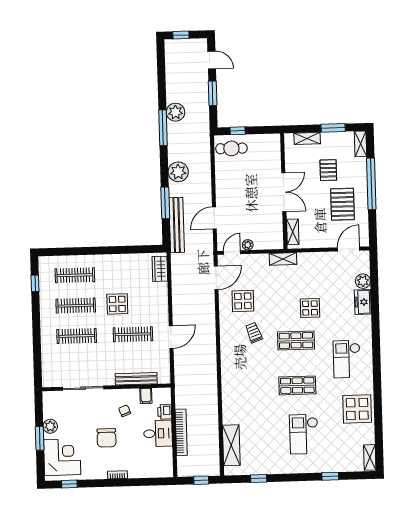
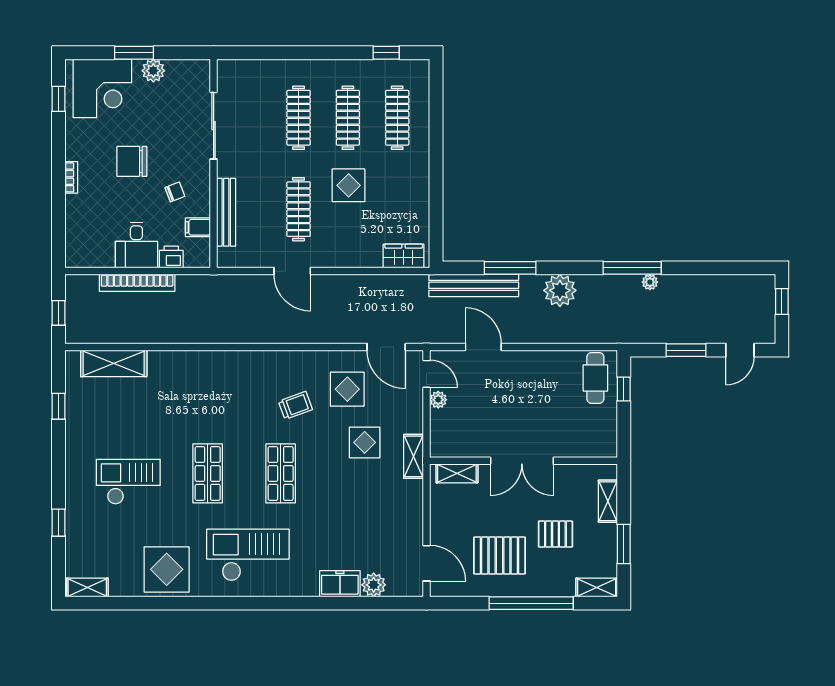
plant: (176, 112) -> (650, 282), width x0.53, depth x0.53
display table: (310, 308) -> (365, 442), moved
checkout: (347, 359) -> (248, 555), width x1.36, depth x1.21

